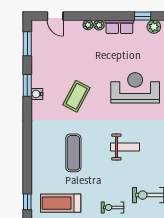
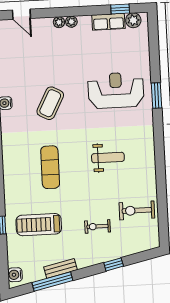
row of seats: (119, 27) -> (108, 22), moved

